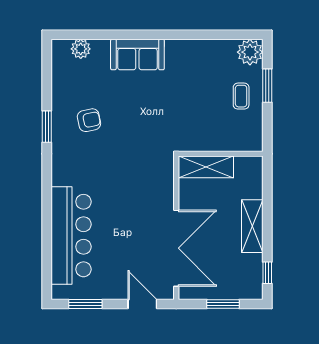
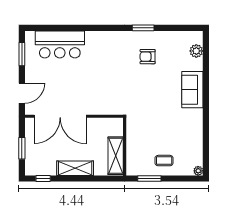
plant: (250, 52) -> (198, 171), width x0.53, depth x0.53
window: (267, 86) -> (149, 178), moved
armchair: (89, 120) -> (148, 57), turned 102
shelving: (206, 167) -> (116, 156), moved
bar counter: (71, 236) -> (60, 44), width x0.73

